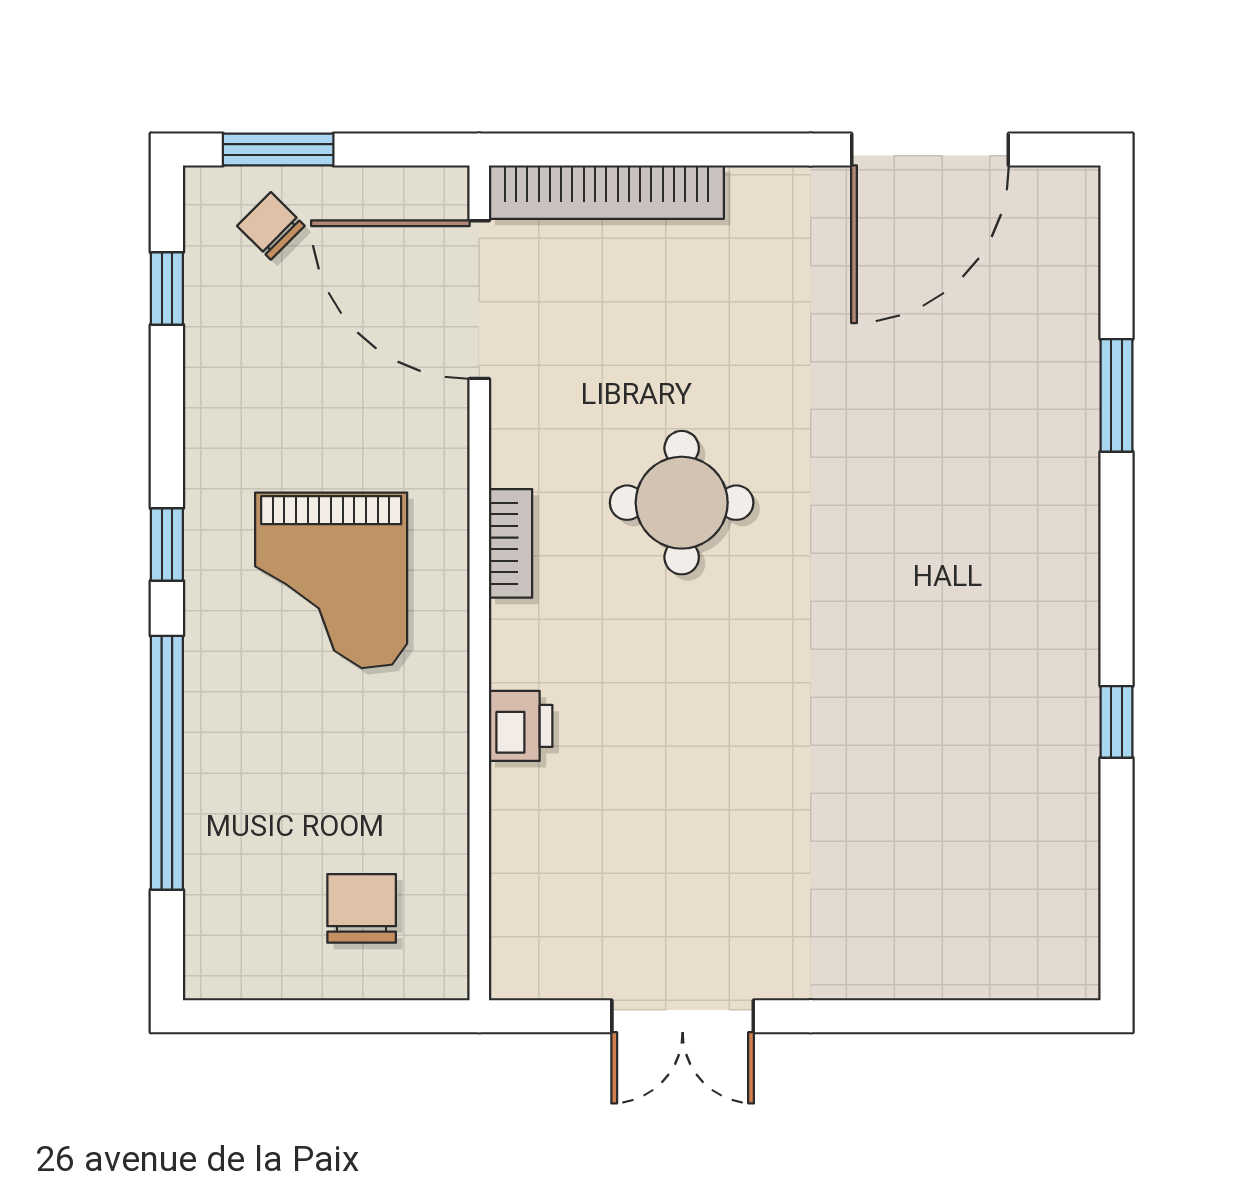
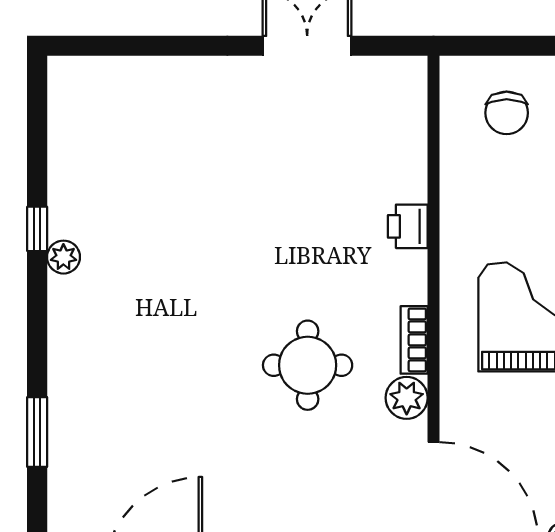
plant: (522, 450) -> (407, 398), added
plant: (1074, 677) -> (63, 257), added

